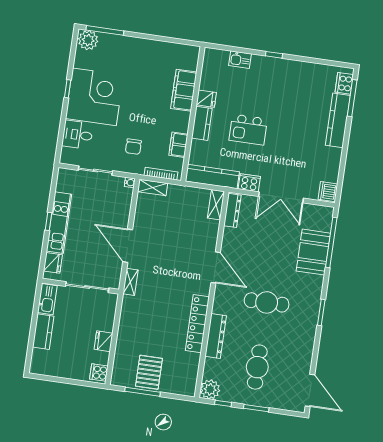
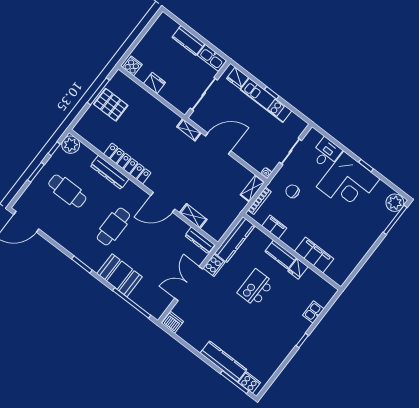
shelving: (216, 205) -> (193, 216), moved
booth: (313, 252) -> (120, 275), moved

